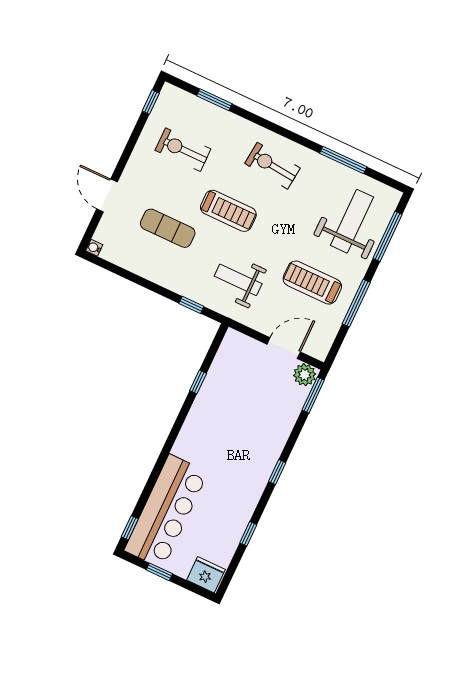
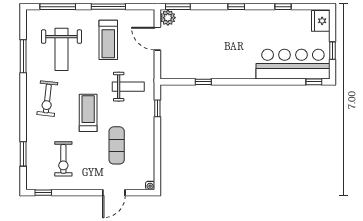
weight bench: (352, 221) -> (61, 49), moved, turned -90
weight bench: (238, 280) -> (128, 87), turned -90

